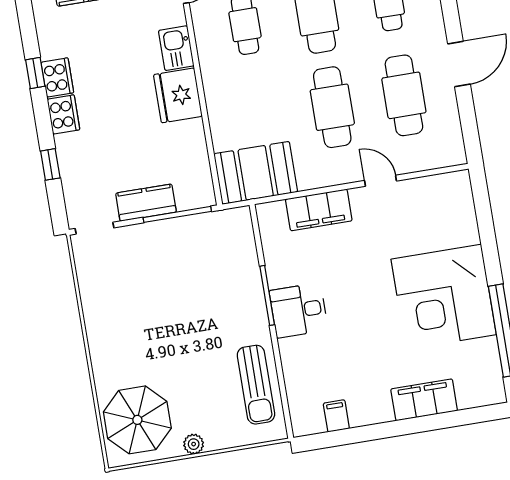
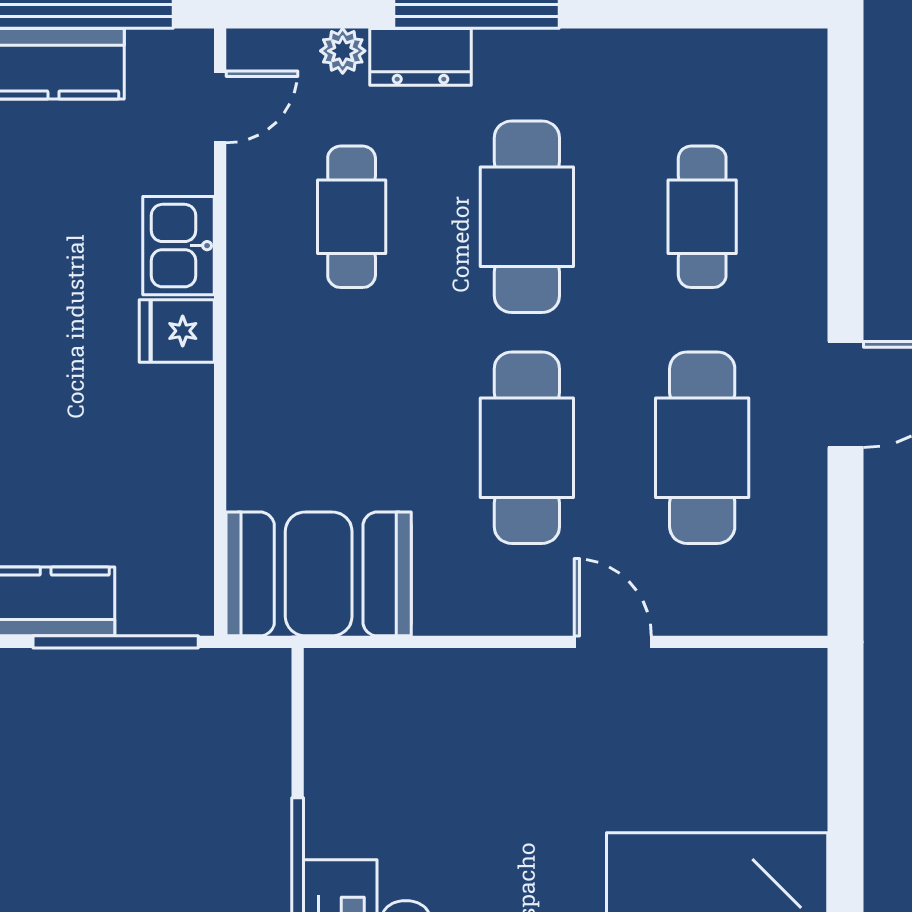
fridge: (178, 95) -> (177, 331), width x0.53, depth x0.75
filing cabinet: (319, 210) -> (454, 687), removed

